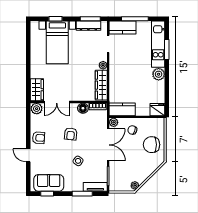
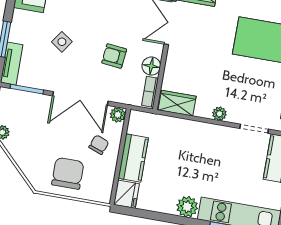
wardrobe: (101, 85) -> (177, 103), width x0.67
kitchen counter: (122, 109) -> (133, 158), moved
armchair: (71, 134) -> (114, 56), moved

